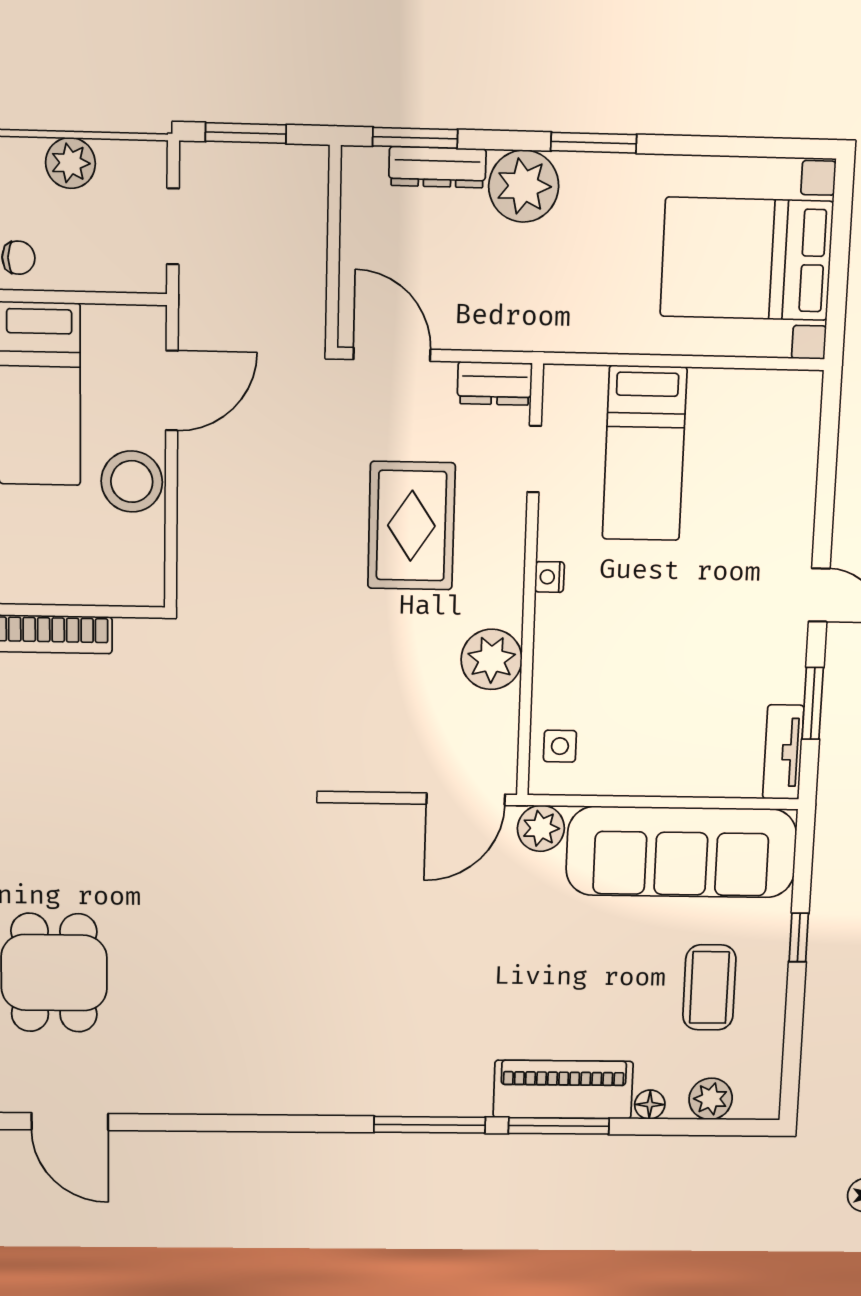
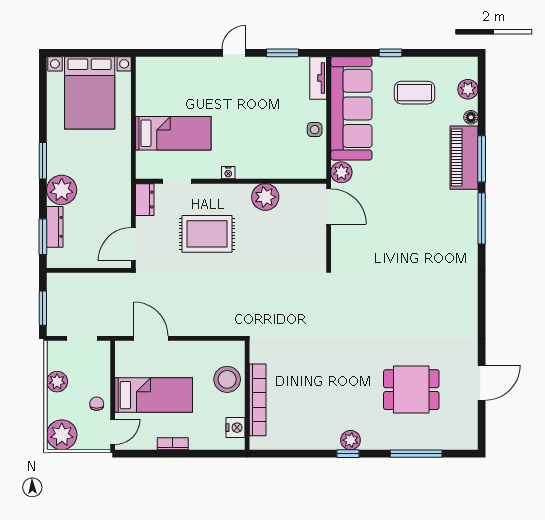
stool: (132, 481) -> (227, 379), moved
side table: (560, 746) -> (315, 130), moved
tv unit: (783, 752) -> (318, 78), moved, turned 90

